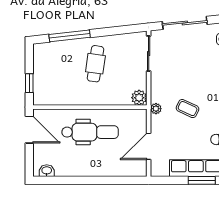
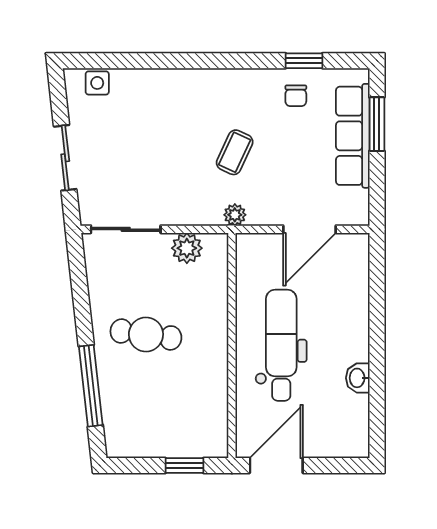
sliding door: (185, 23) -> (65, 158), width x0.73
plant: (139, 98) -> (187, 248), moved
door: (149, 146) -> (310, 229), hinge flipped
washbasin: (47, 171) -> (358, 378), moved

